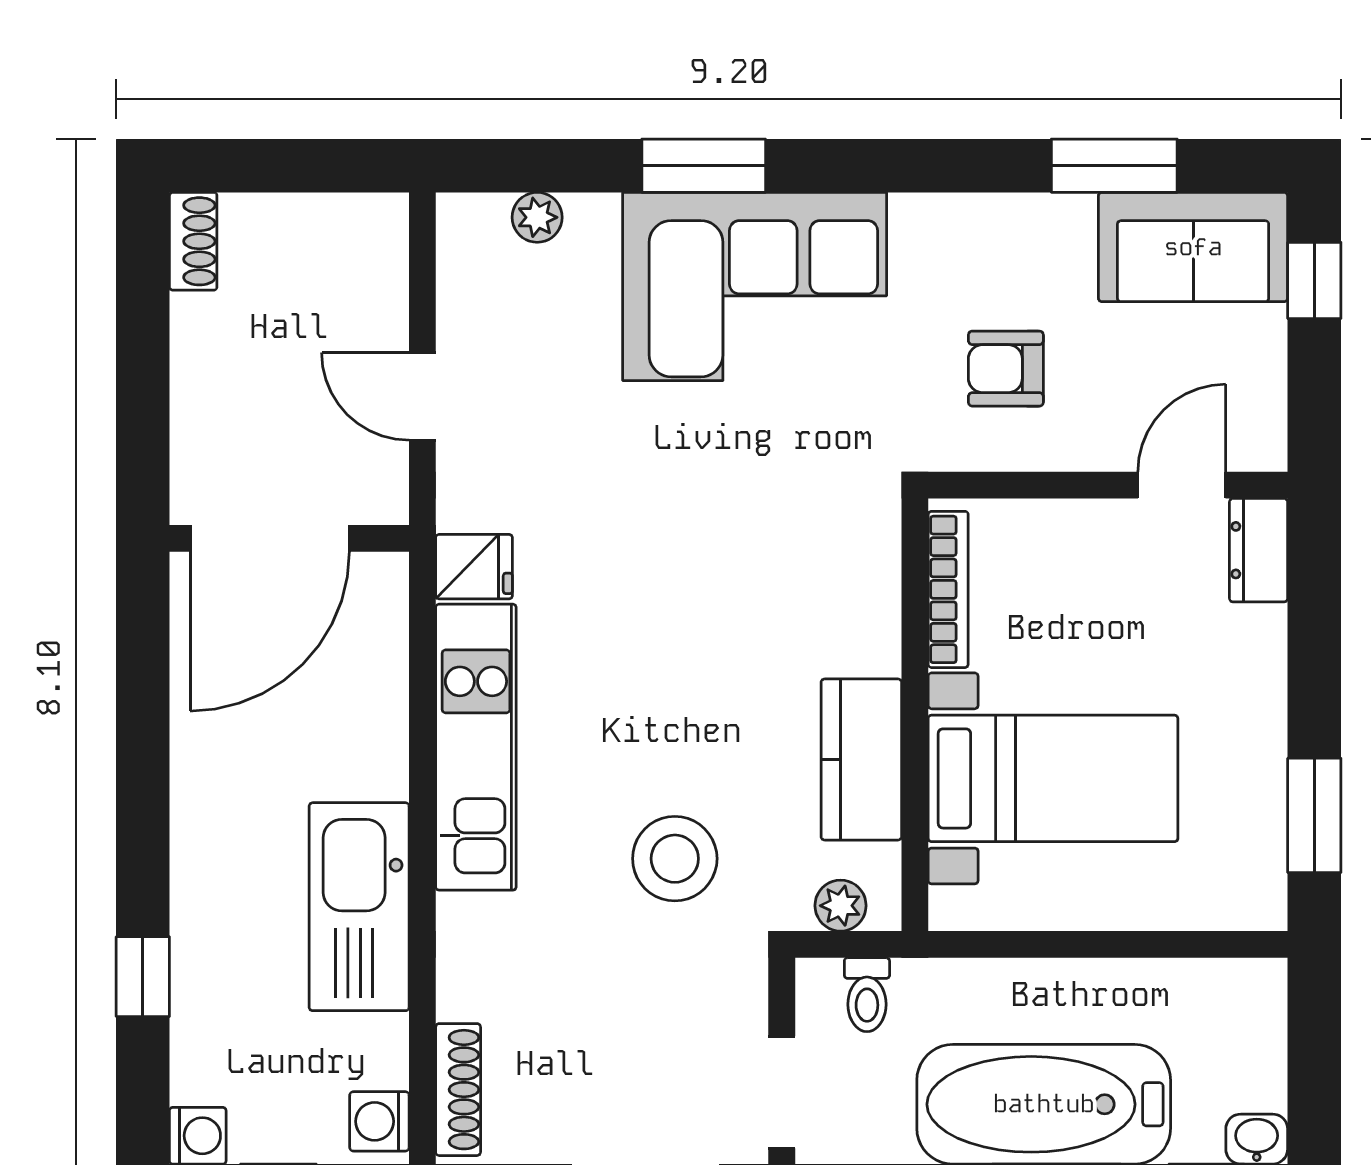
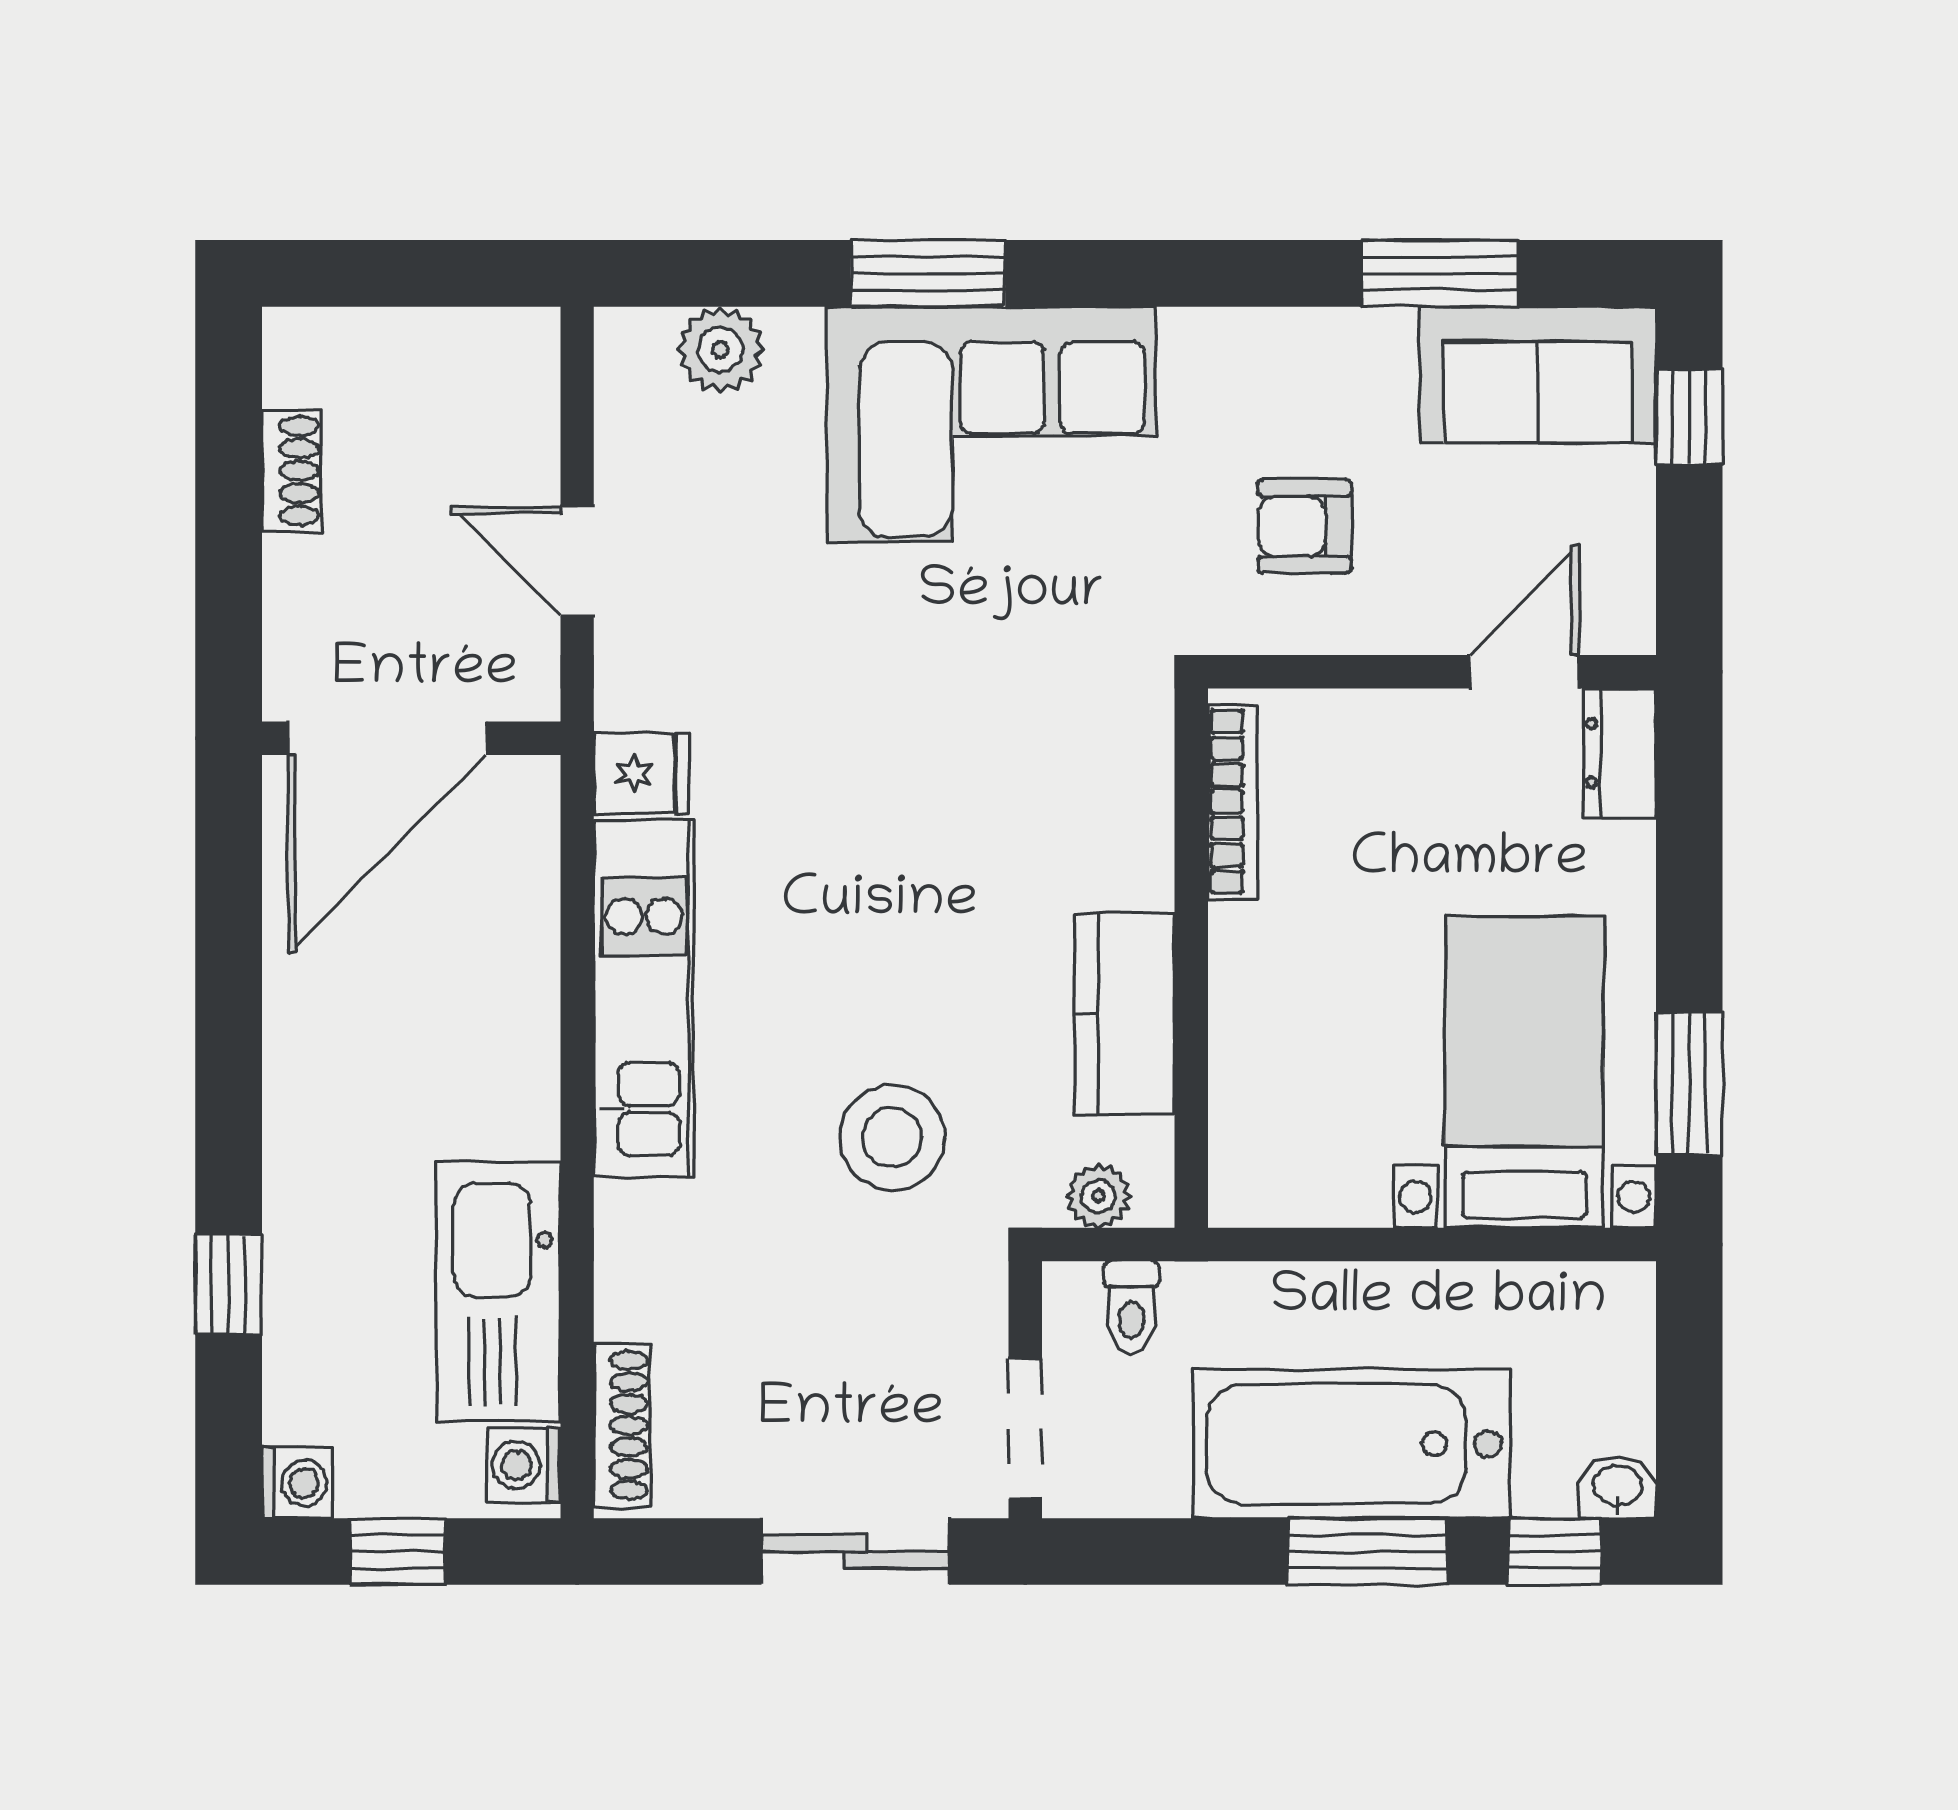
plant: (537, 217) -> (720, 349), width x1.38, depth x1.38
shoe rack: (193, 241) -> (291, 471), moved
bed with nightstands: (1053, 778) -> (1525, 1072), moved, turned -90
kitchen sink: (359, 907) -> (498, 1292), moved

